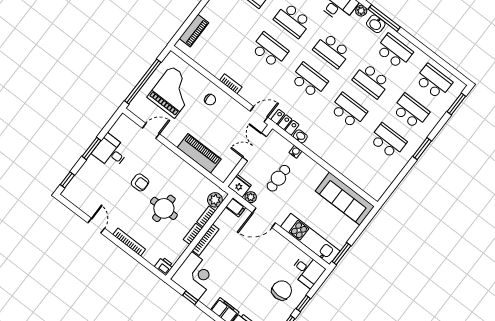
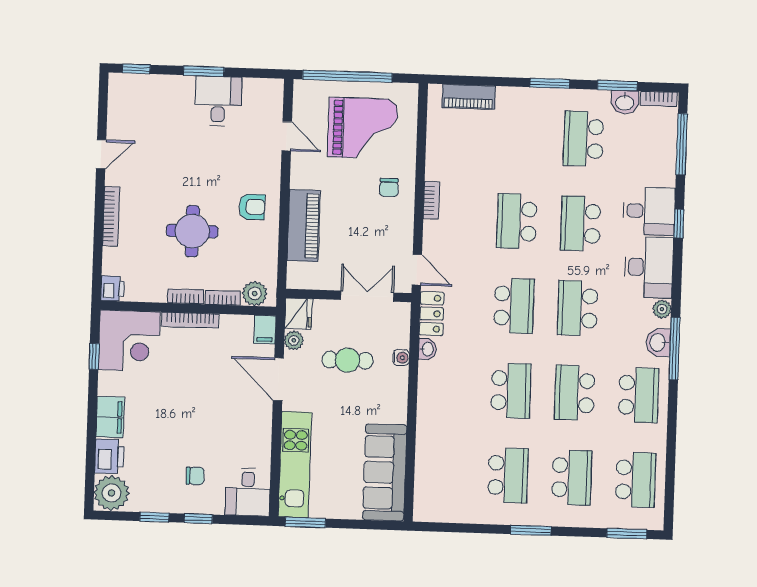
school desk: (270, 50) -> (517, 221), turned 180
armchair: (140, 182) -> (252, 207), moved, turned -90
chair: (282, 290) -> (195, 476), width x0.54, depth x0.54

